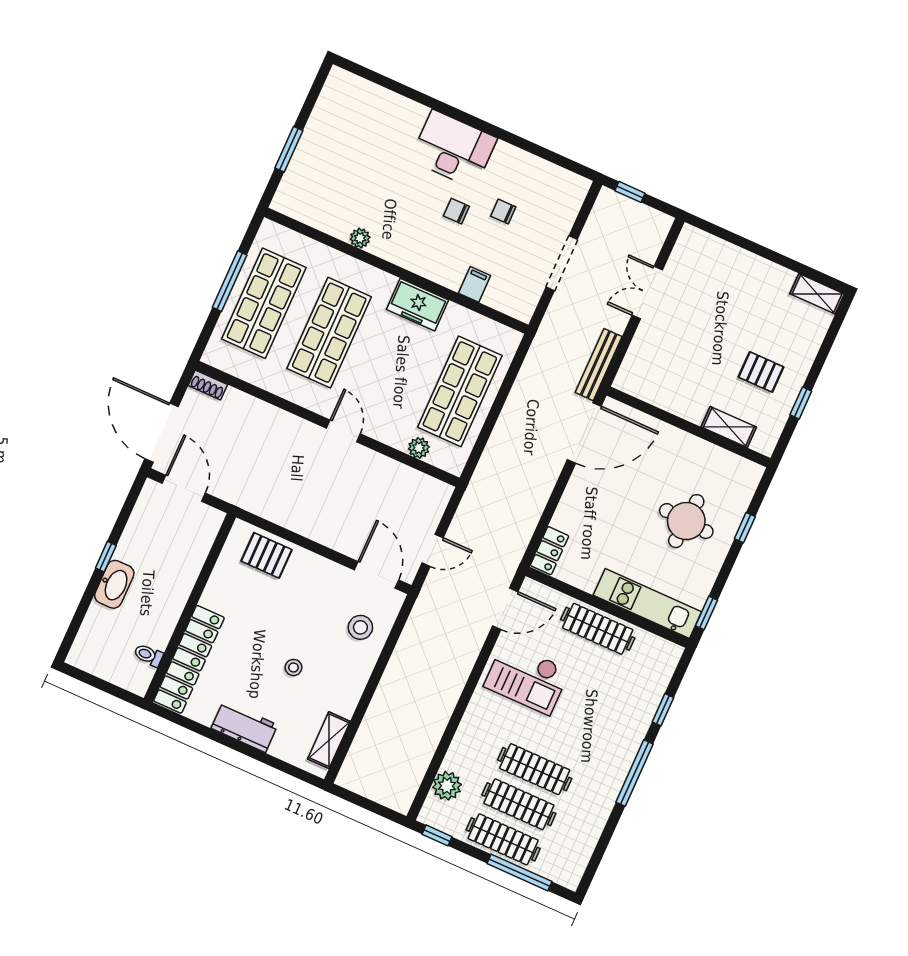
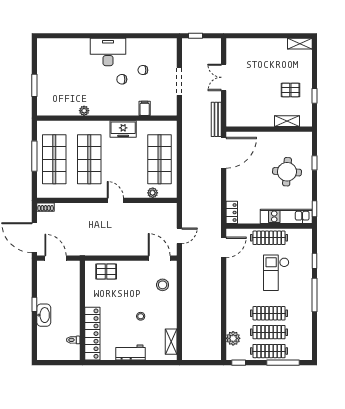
checkout: (527, 678) -> (276, 273), moved, turned 90

